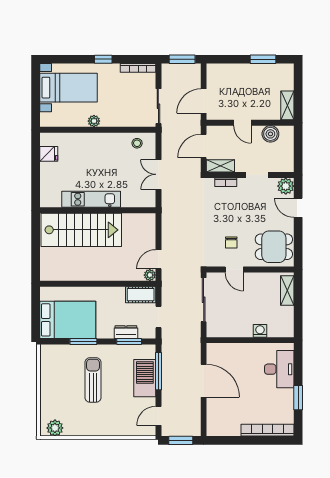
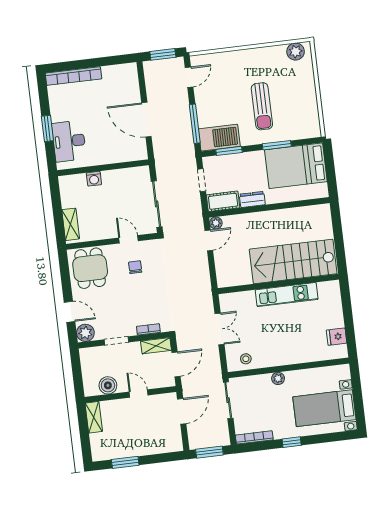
plant: (94, 121) -> (278, 378), moved
dining table: (274, 247) -> (90, 268), turned 90
dresser: (126, 332) -> (252, 199), moved, turned 180
barbecue: (145, 378) -> (219, 138), moved, turned -90
window: (298, 398) -> (47, 128), moved

